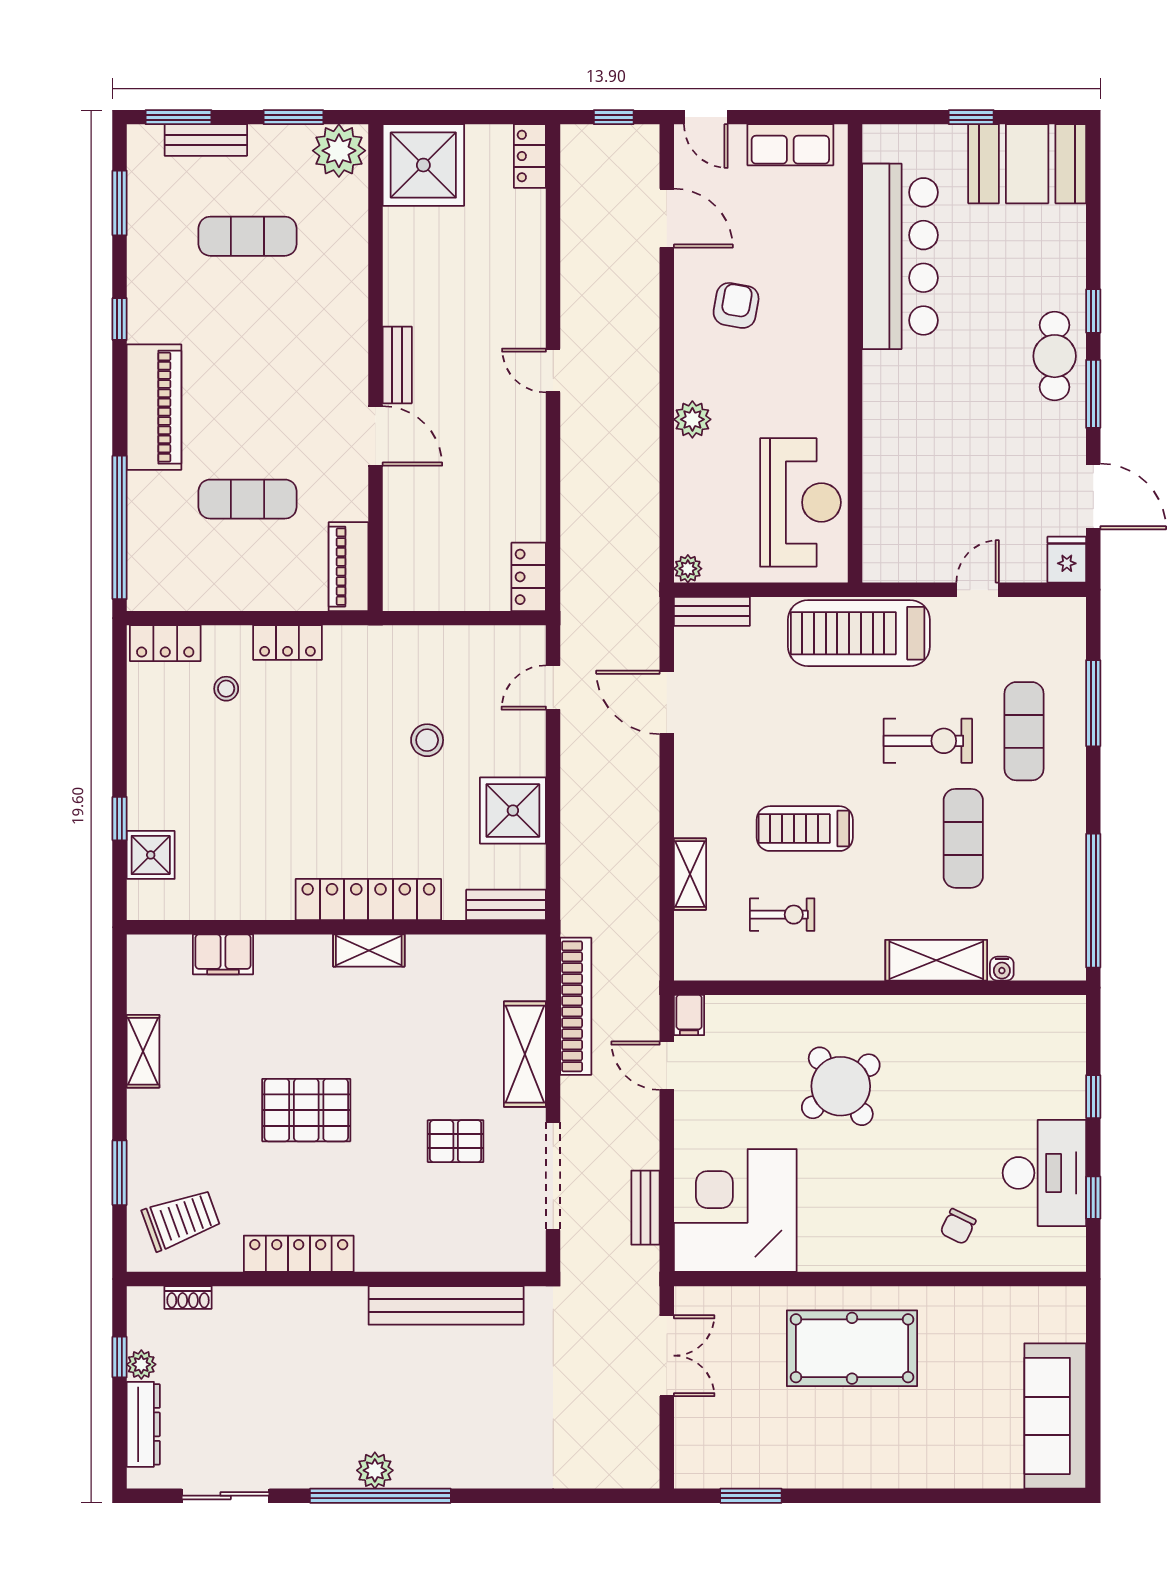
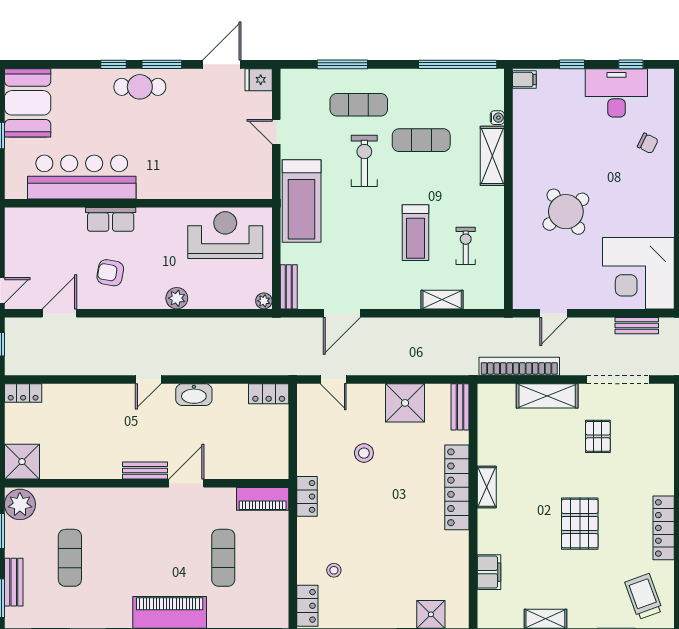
row of seats: (790, 145) -> (111, 219), moved, turned 90
shower: (423, 165) -> (22, 462), width x0.73, depth x0.73
washbasin: (527, 449) -> (194, 395), added
locker: (287, 643) -> (307, 496), moved
filing cabinet: (689, 1015) -> (524, 80), moved

